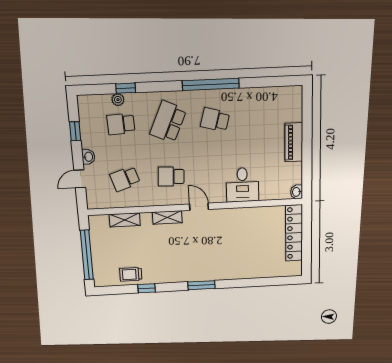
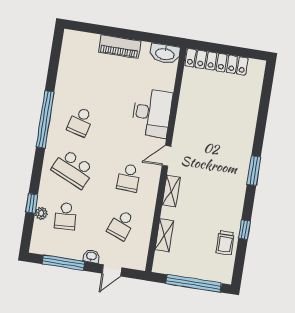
window: (75, 131) -> (63, 263), width x2.17
door: (80, 179) -> (112, 270), hinge flipped
school desk: (125, 179) -> (121, 225), turned 39
desk: (242, 185) -> (152, 113), width x1.37
washbasin: (297, 192) -> (165, 54), width x1.91, depth x1.45

